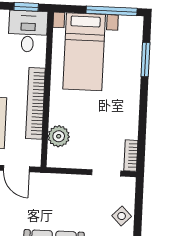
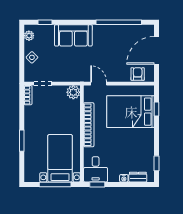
window: (112, 11) -> (55, 185), moved
window: (145, 60) -> (22, 141), moved
plant: (59, 136) -> (73, 92), moved

